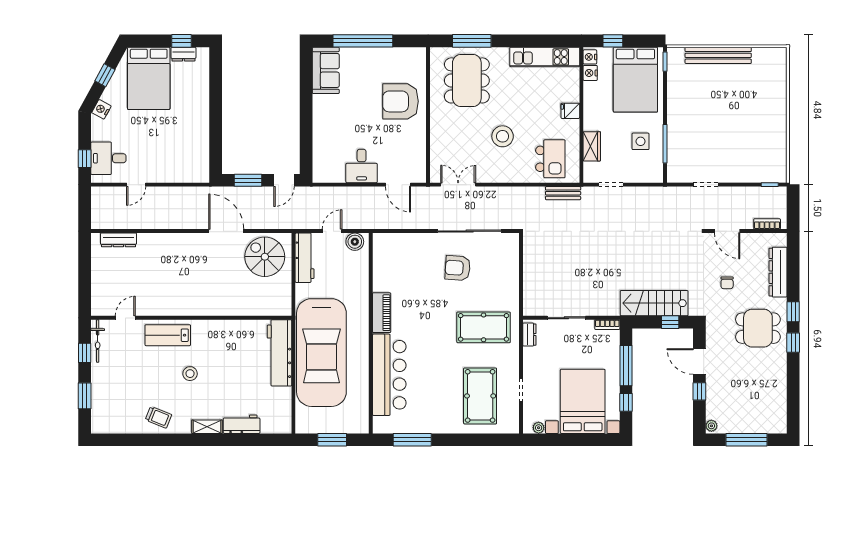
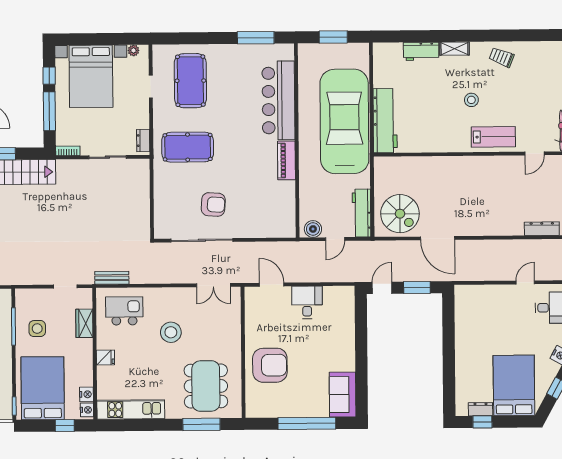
kitchen island: (550, 159) -> (124, 311), turned 90

